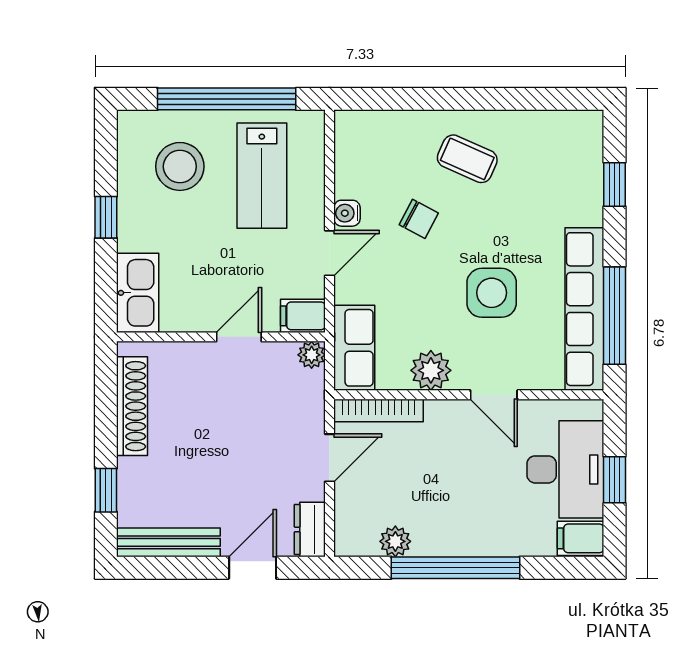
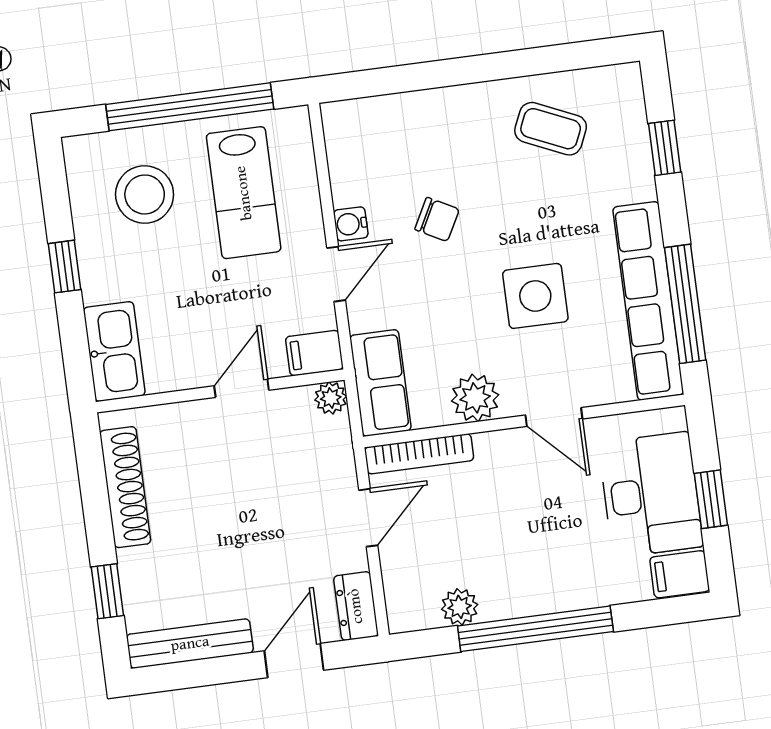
coffee table: (467, 159) -> (551, 129), moved

